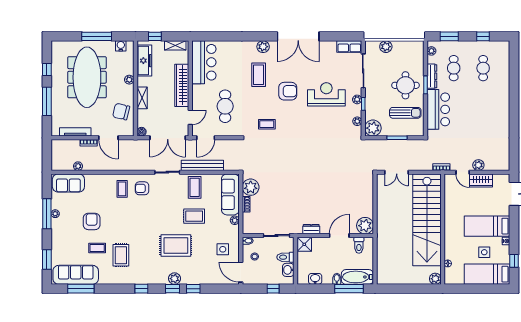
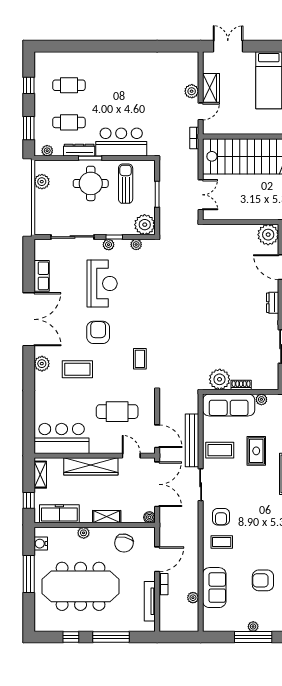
row of seats: (349, 46) -> (42, 276), moved
plant: (386, 47) -> (42, 182), moved
reception desk: (326, 94) -> (102, 284), turned 180
sofa: (68, 183) -> (214, 588), moved

